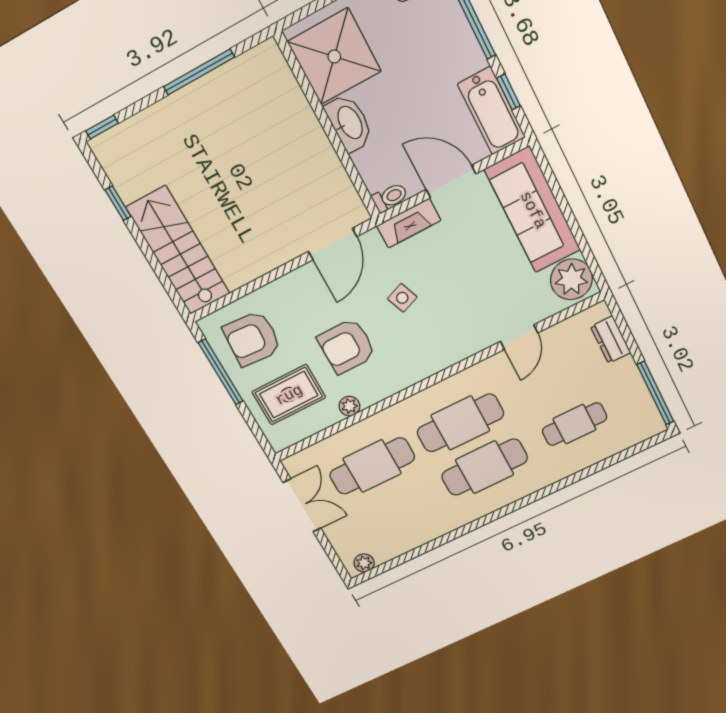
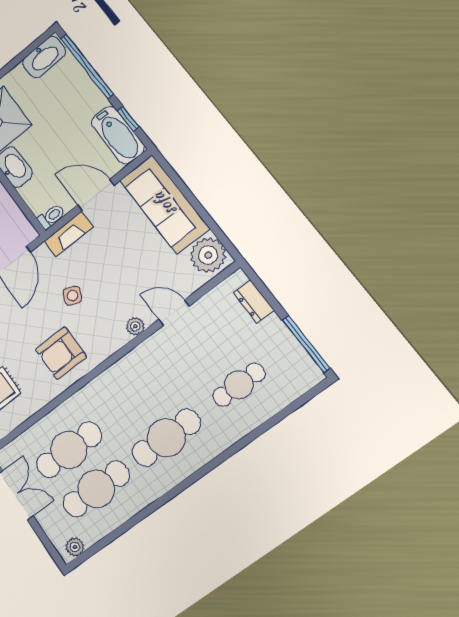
side table: (402, 298) -> (73, 296), turned 45
door: (519, 337) -> (174, 313), swing flipped
armchair: (347, 346) -> (61, 353), moved
plant: (349, 406) -> (135, 326), moved
cafe table: (460, 423) -> (96, 489), moved

